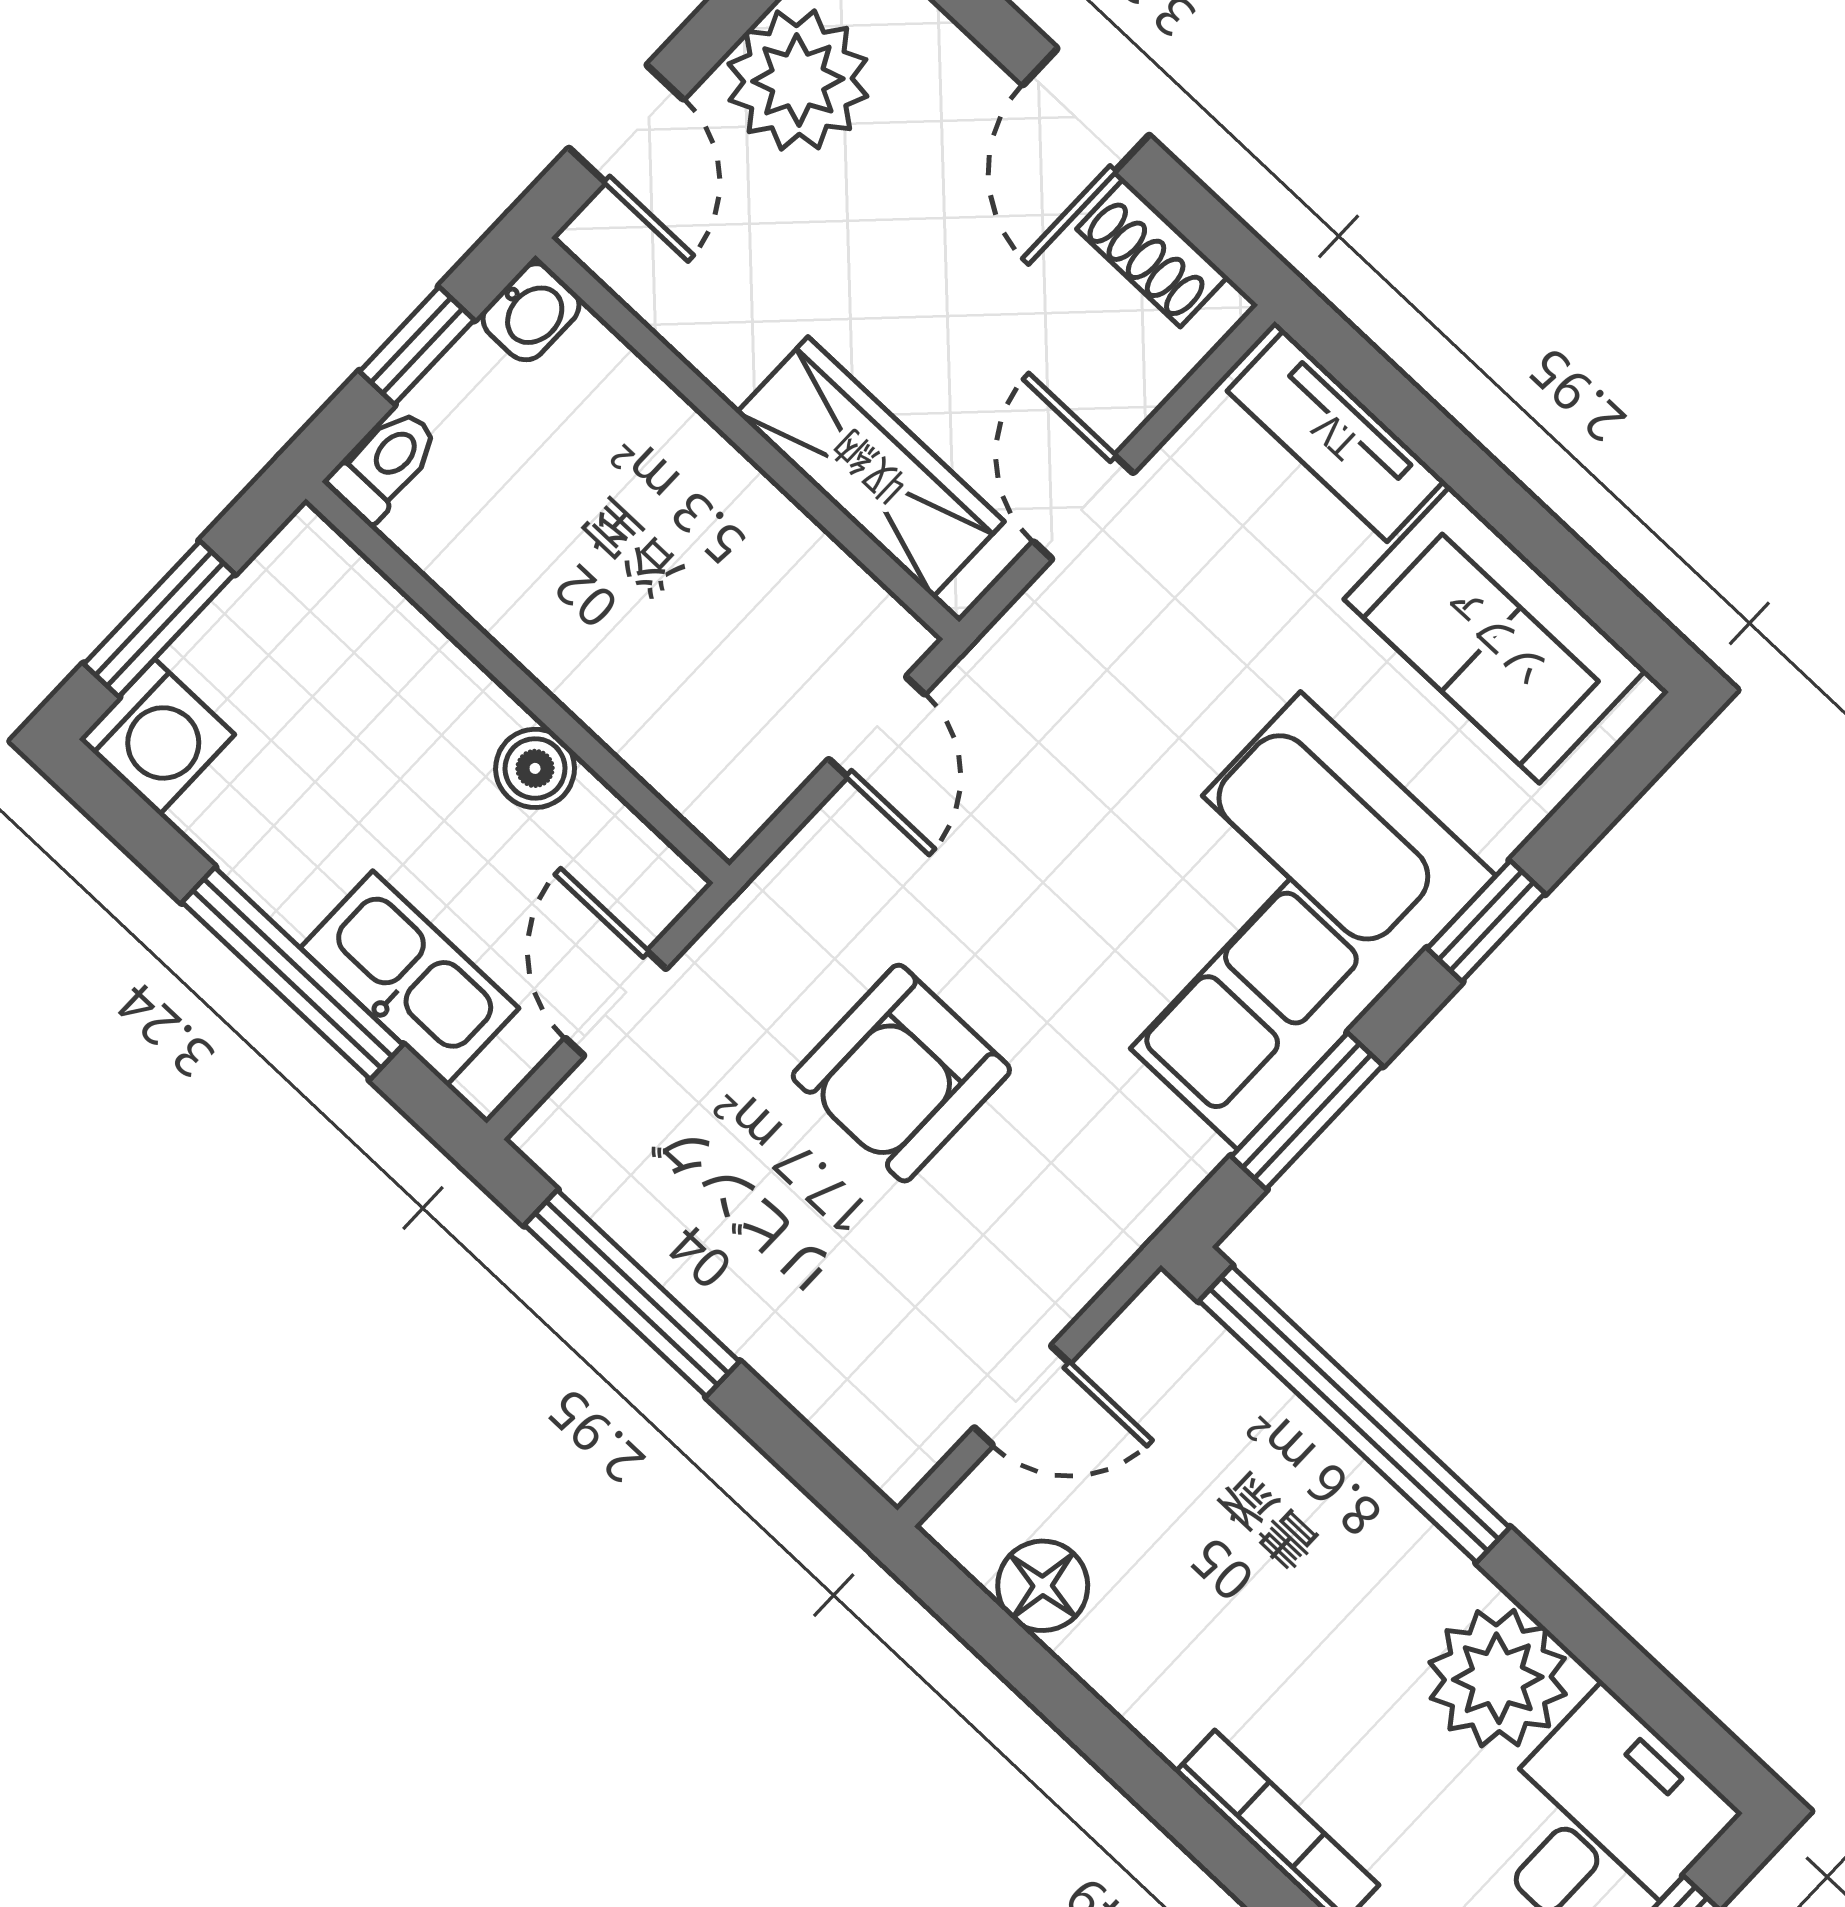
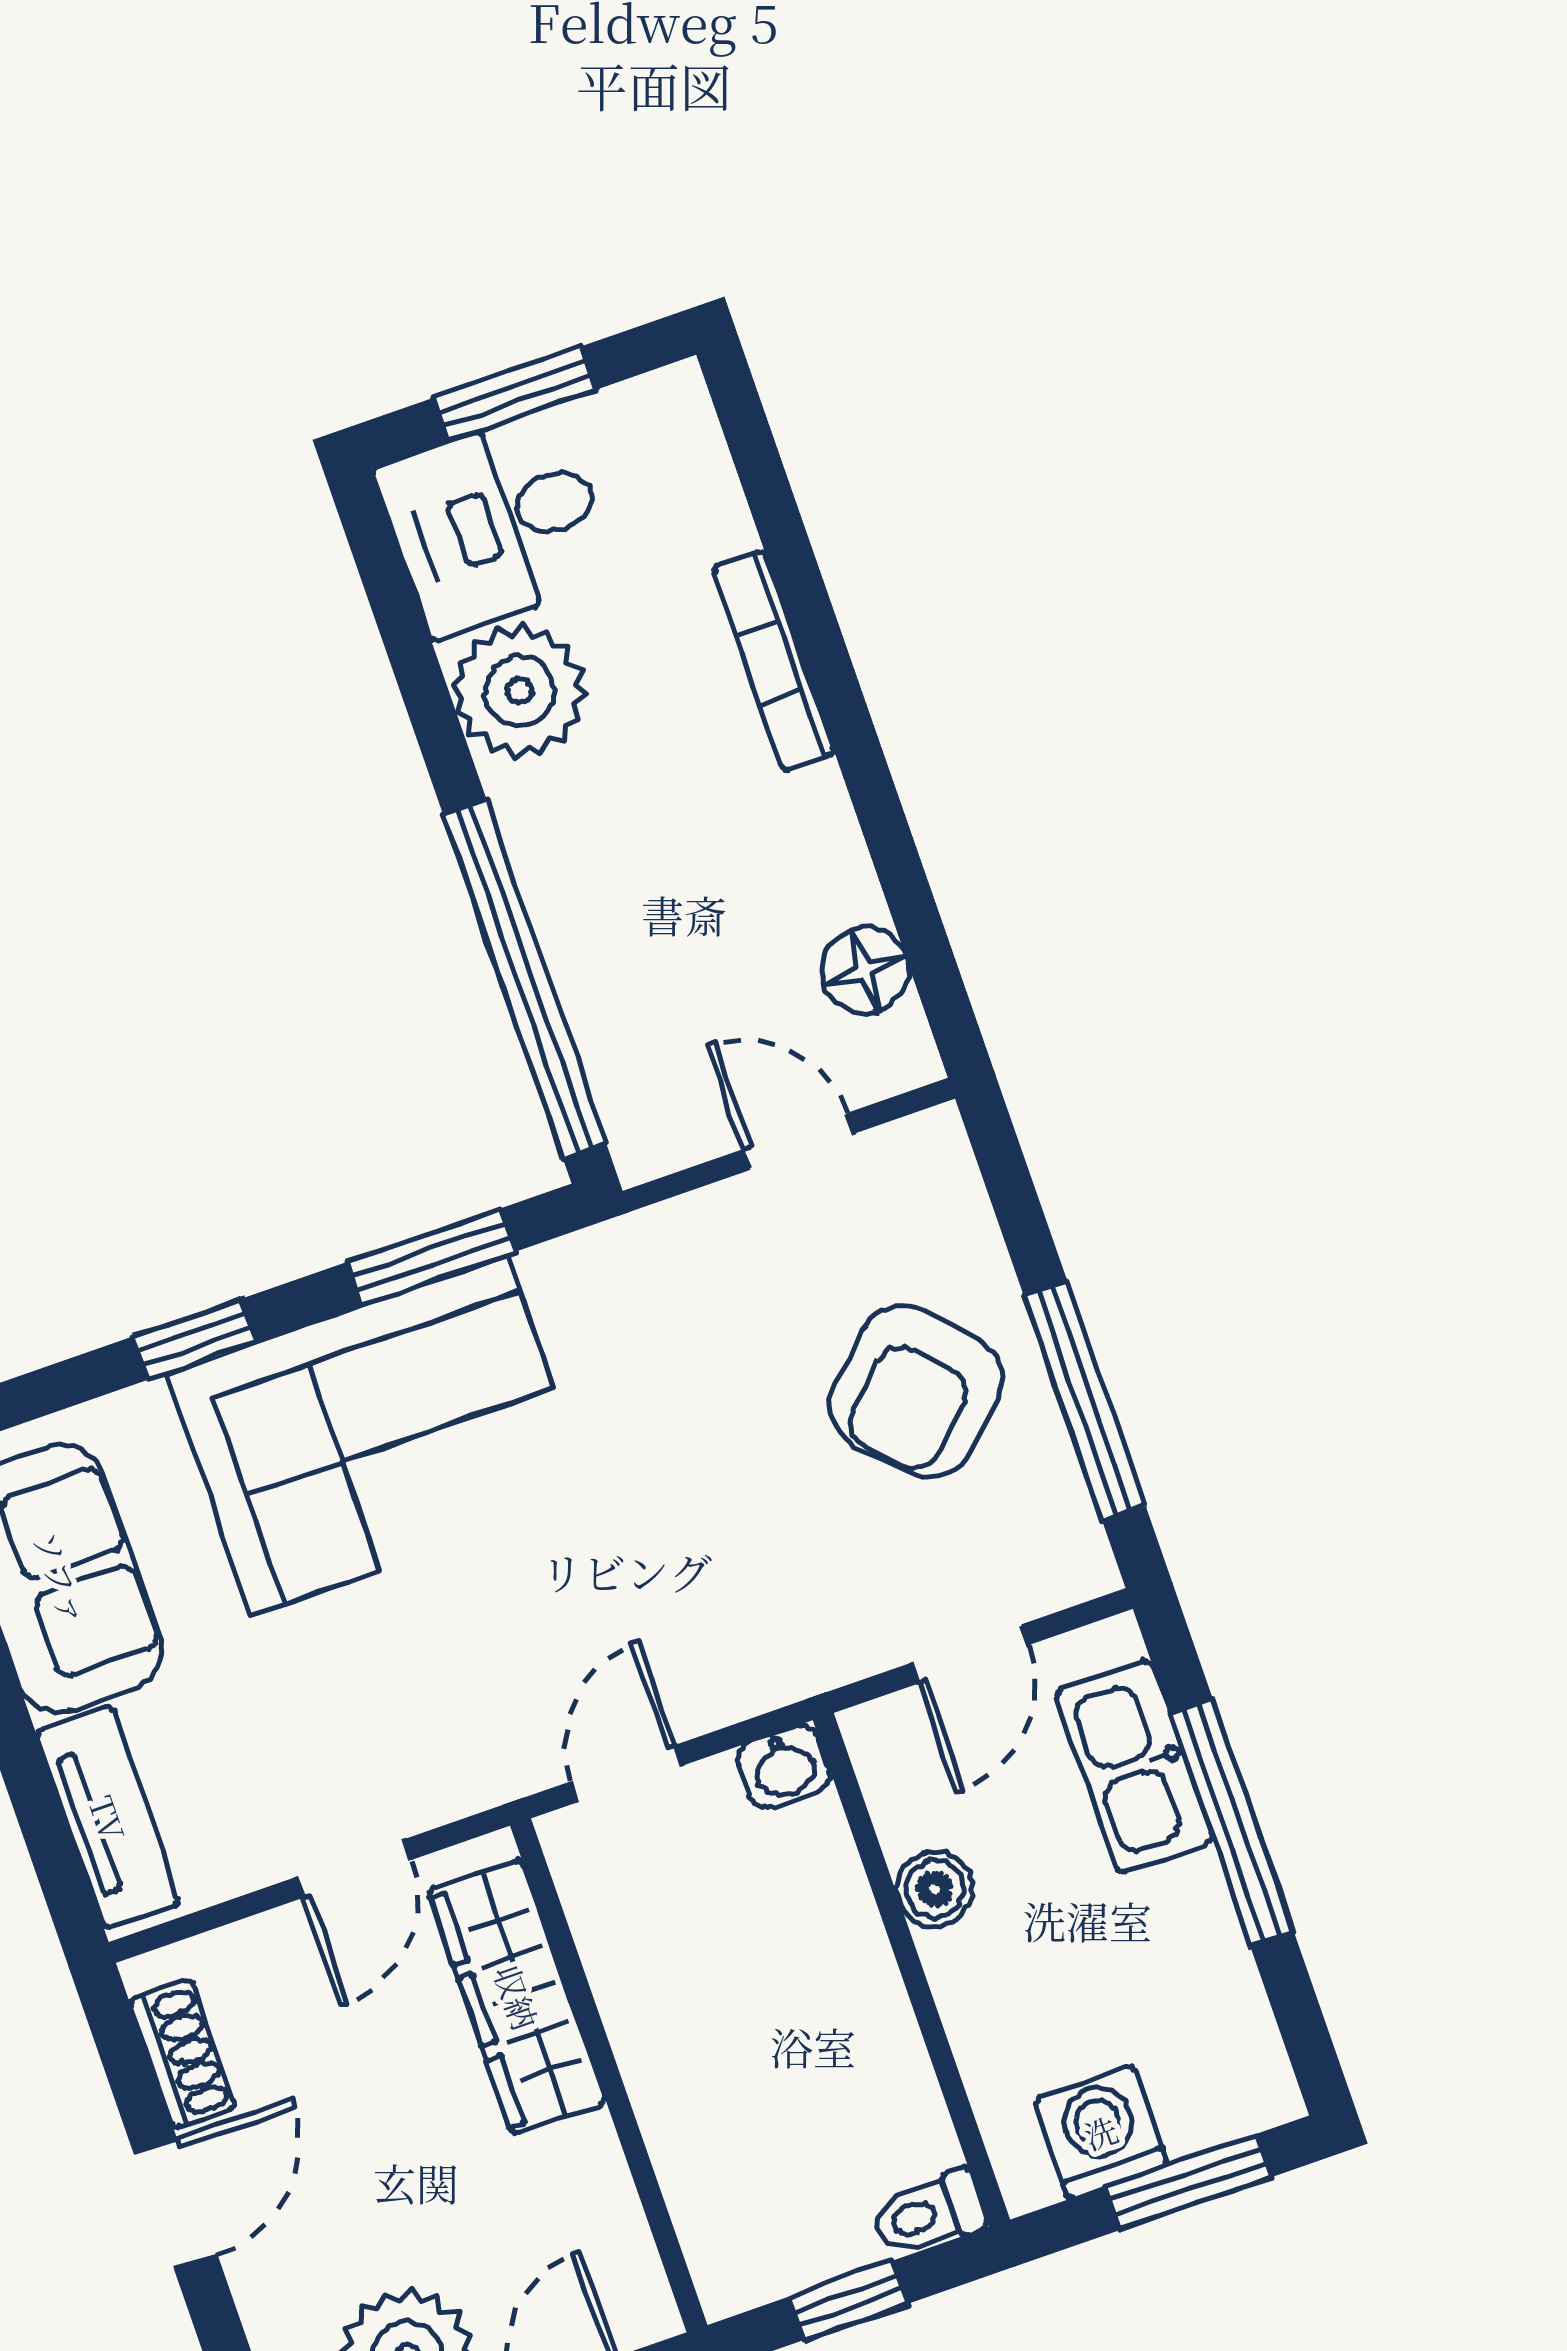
washbasin: (531, 312) -> (784, 1767), moved, turned 180
washing machine: (157, 737) -> (1101, 2132), moved
armchair: (901, 1073) -> (916, 1392), moved, turned 136

